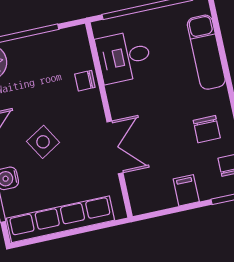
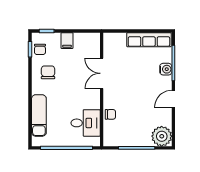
side table: (43, 142) -> (141, 85), removed
row of seats: (61, 219) -> (149, 40), width x0.73

